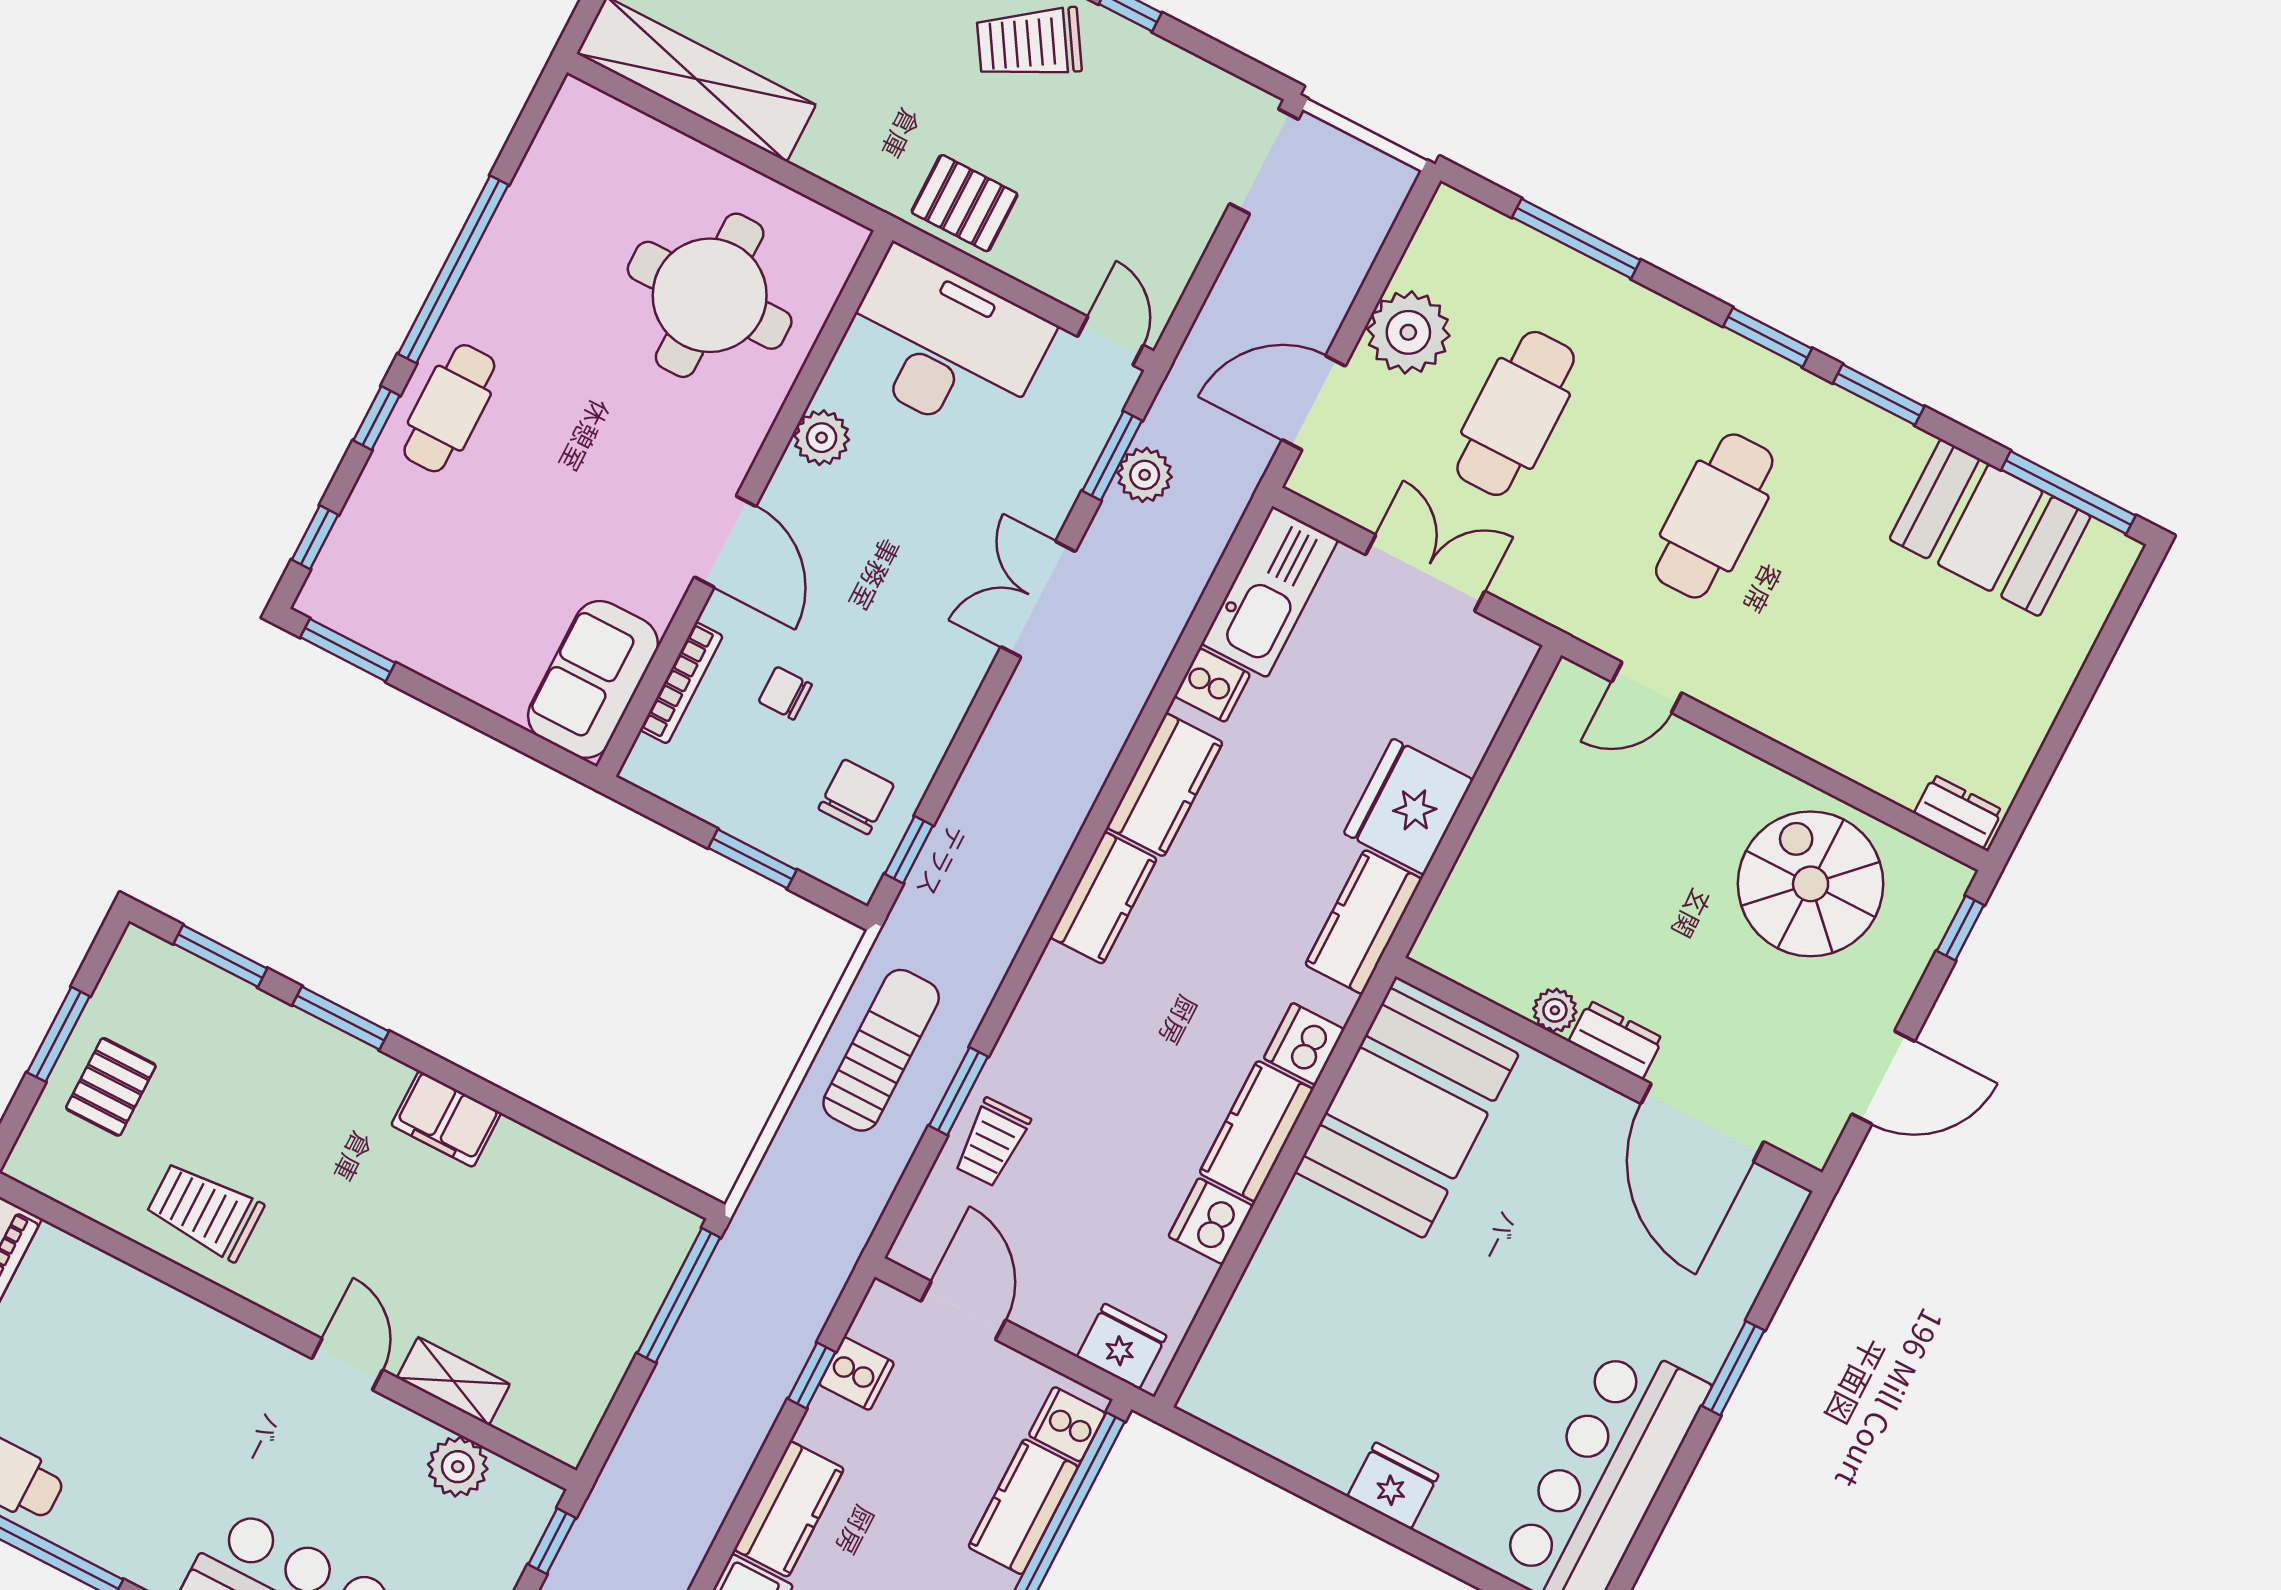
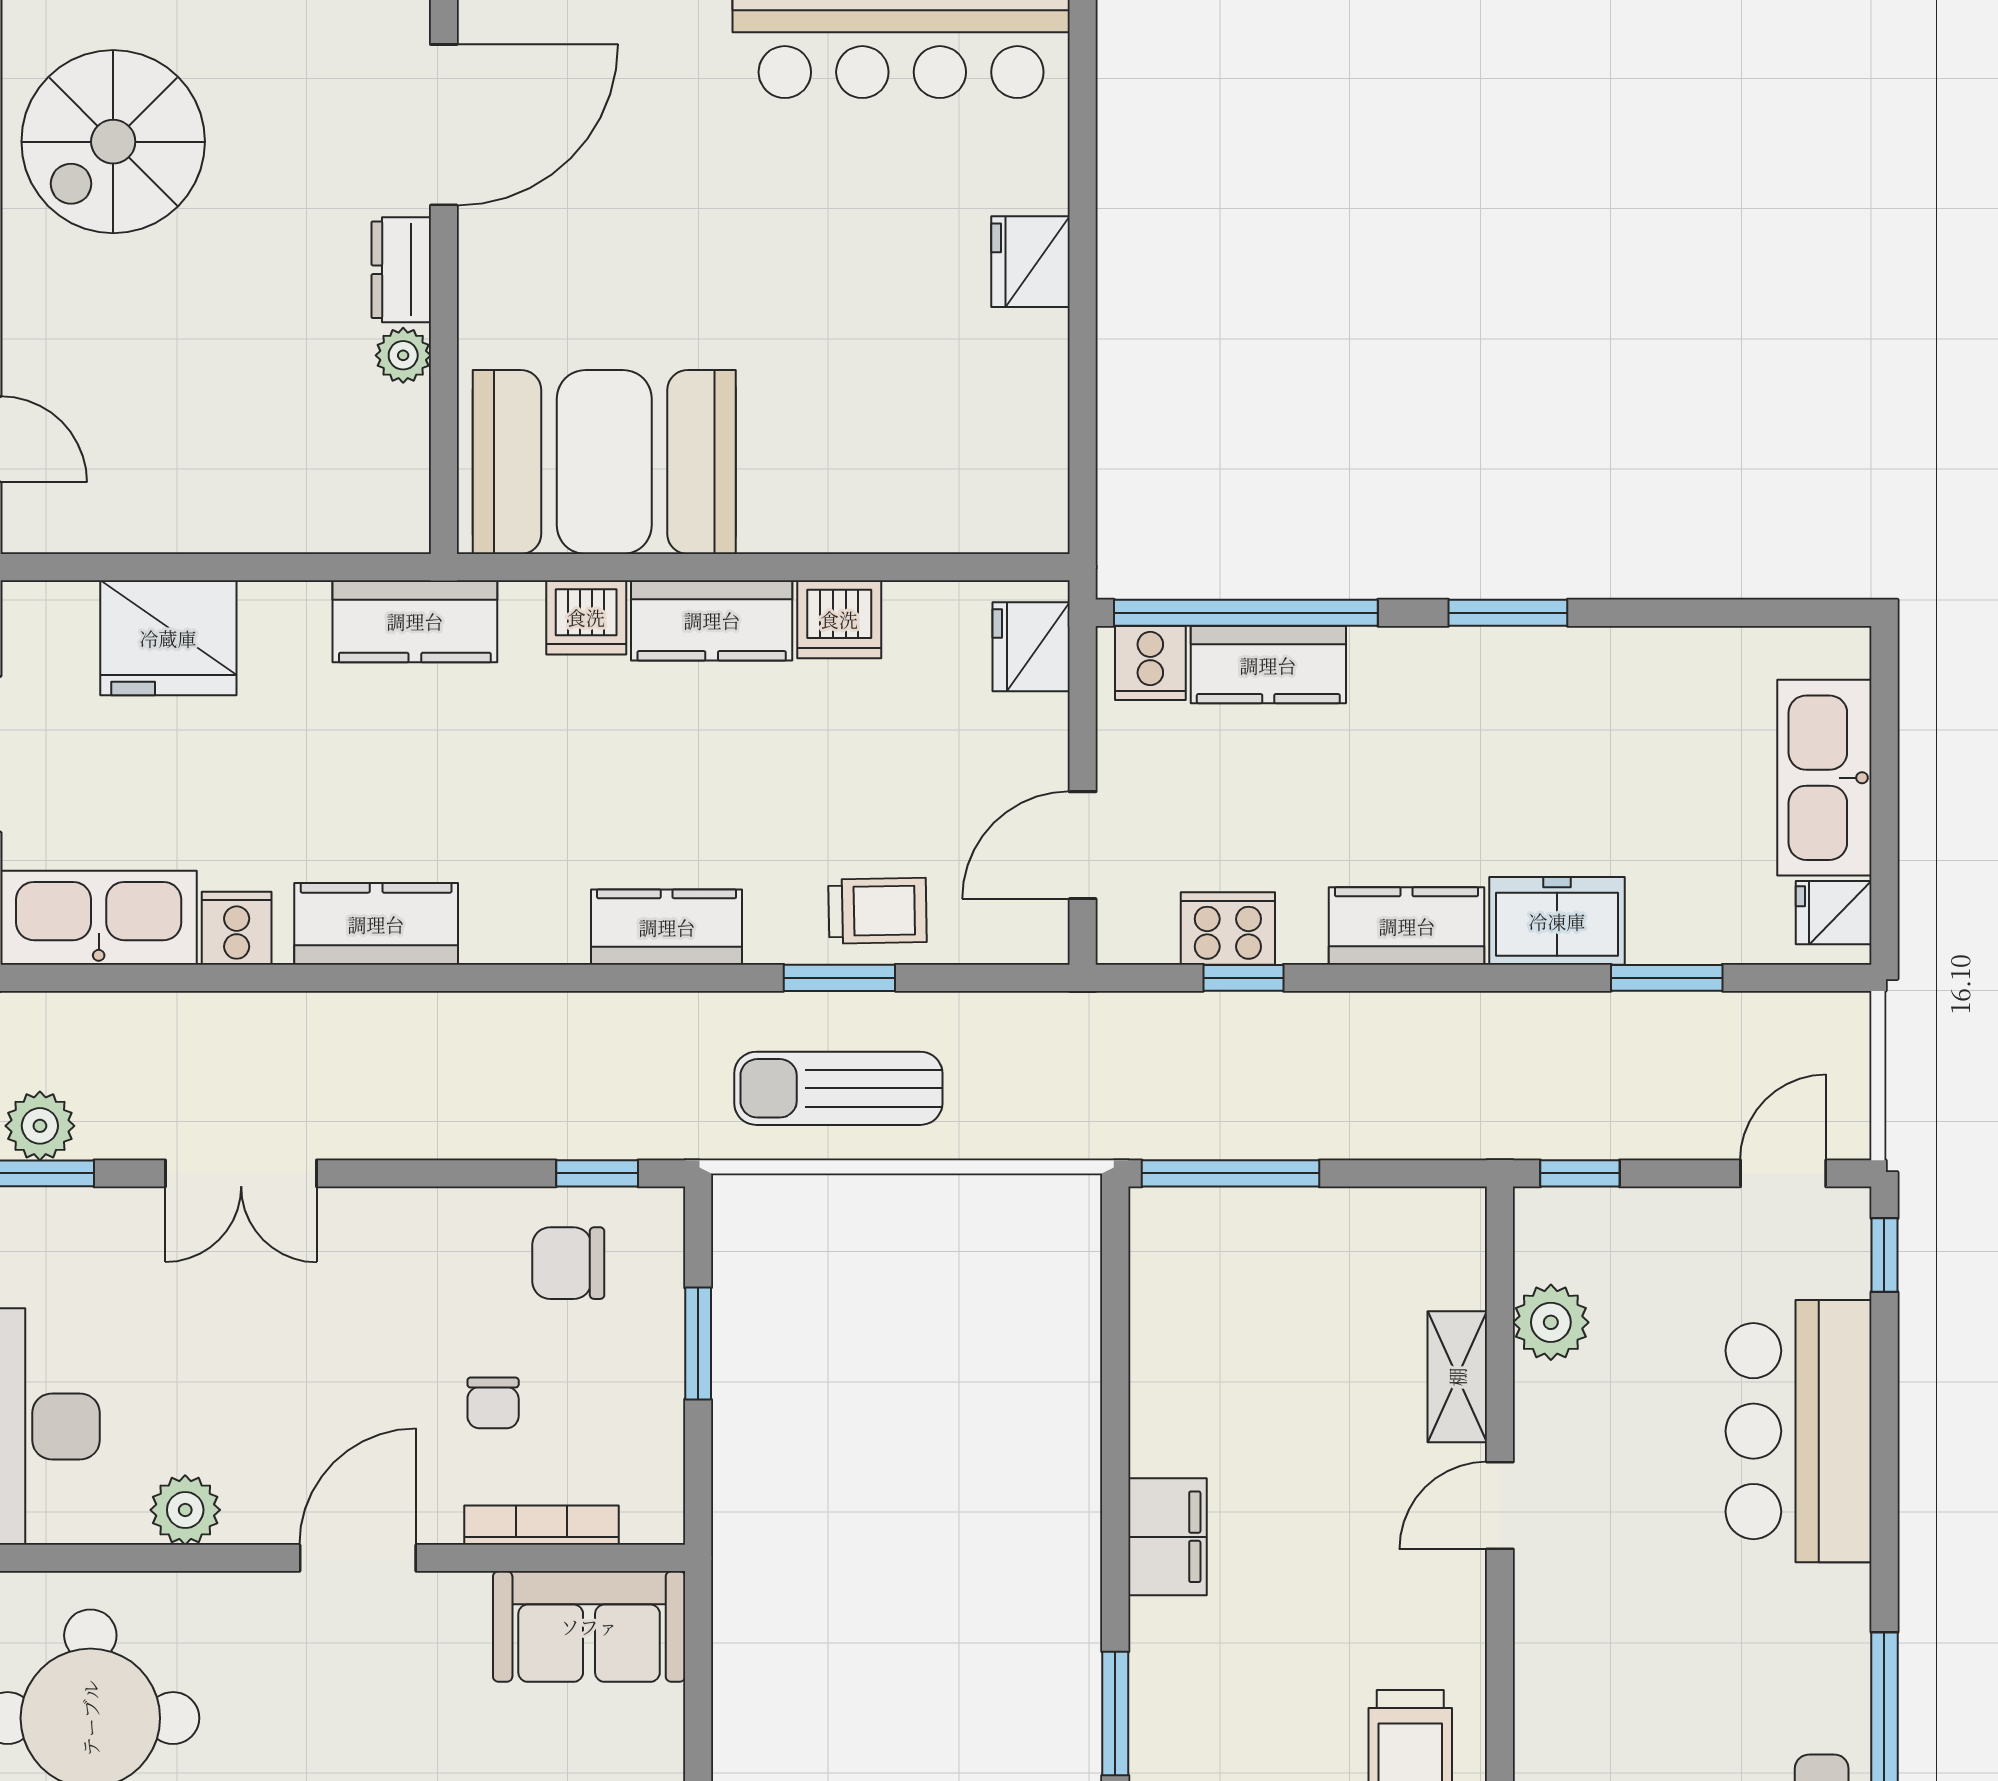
fridge: (1408, 807) -> (168, 638), moved
kitchen counter: (1103, 898) -> (667, 927), moved
cooker: (857, 1374) -> (1228, 928), width x1.36

